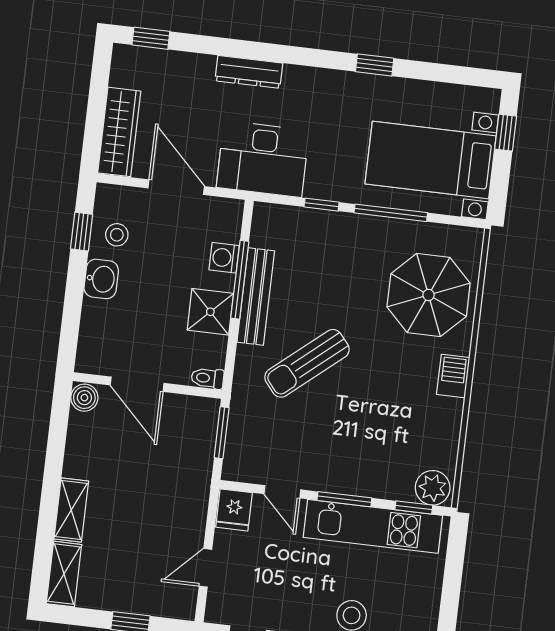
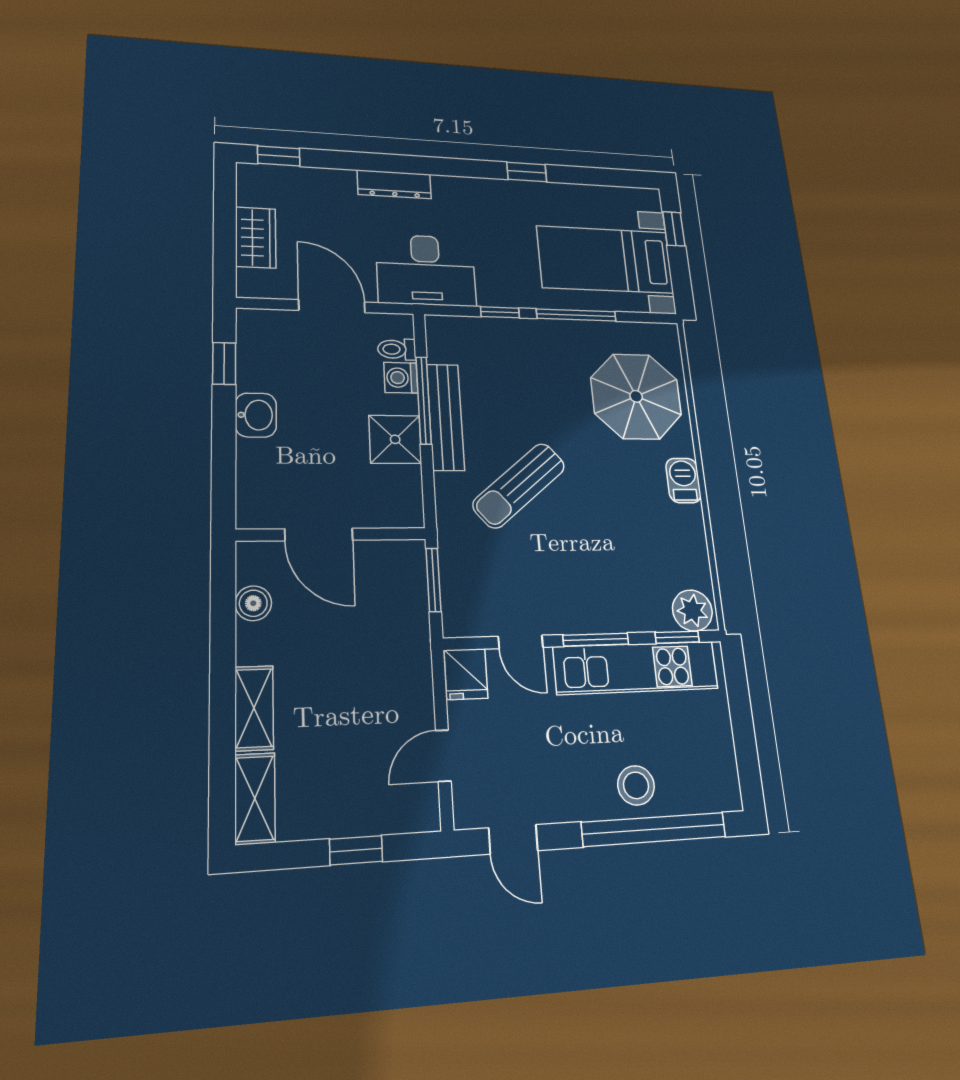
wardrobe: (119, 132) -> (256, 237), width x0.67
stool: (117, 235) -> (268, 363), removed
toilet: (207, 378) -> (397, 349), moved
boiler: (84, 398) -> (253, 603), moved

